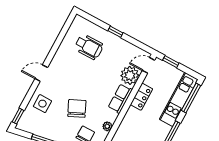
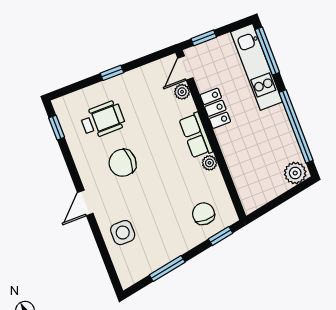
plant: (130, 75) -> (182, 92), width x0.53, depth x0.53
chair: (77, 108) -> (123, 163), moved, turned -65
window: (18, 116) -> (57, 128), moved
plant: (107, 126) -> (209, 163), moved

